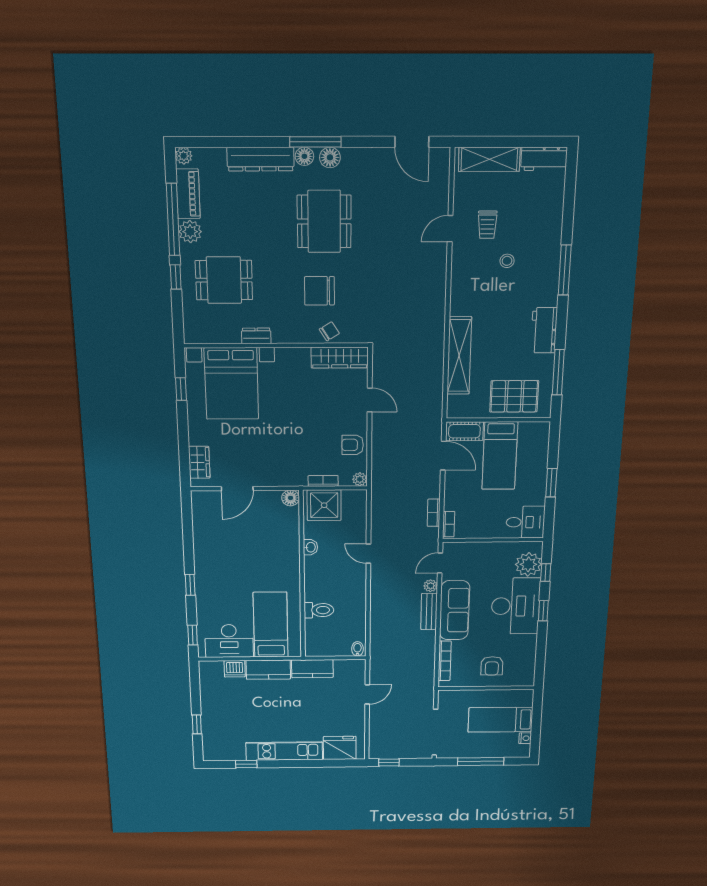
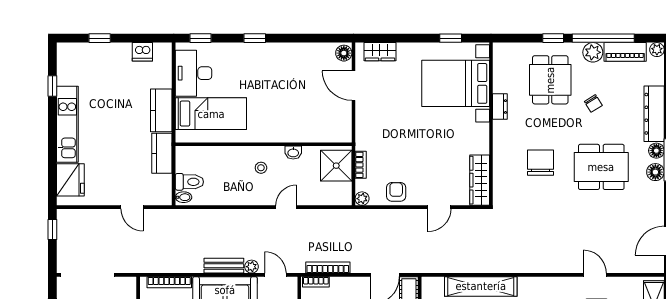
chair: (329, 331) -> (593, 103), moved
floor lamp: (291, 498) -> (344, 53), moved
bookcase: (434, 513) -> (328, 268), width x1.56
stool: (327, 578) -> (261, 168), added
toilet: (319, 610) -> (189, 182), moved, turned -90
dishwasher: (235, 669) -> (142, 52), moved, turned -90

